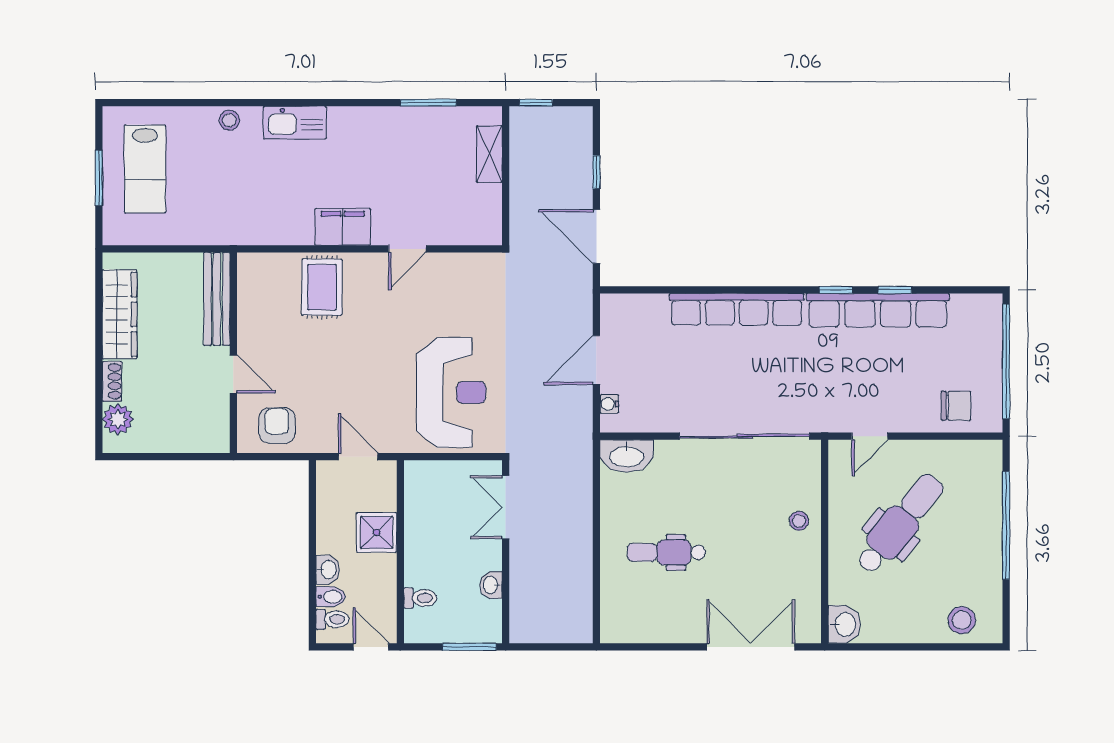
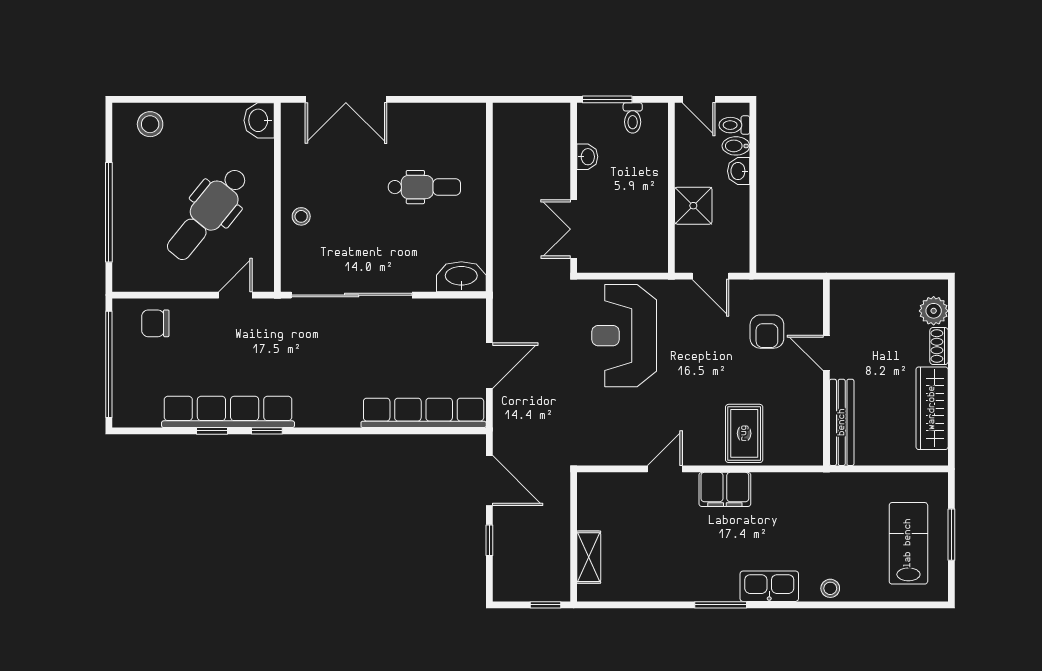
window: (428, 103) -> (721, 605), moved
row of seats: (737, 309) -> (424, 413), moved
water cooler: (609, 404) -> (477, 325), removed
armchair: (277, 426) -> (767, 332), moved
double door: (506, 507) -> (574, 229), swing flipped
toilet: (420, 598) -> (633, 118), moved, turned -90

